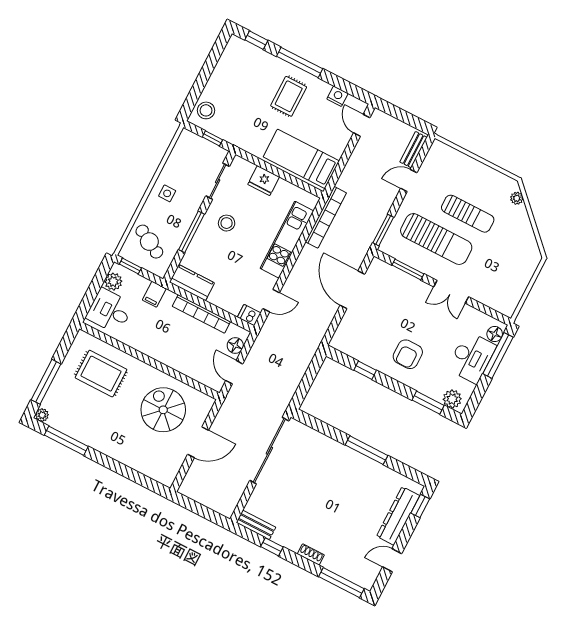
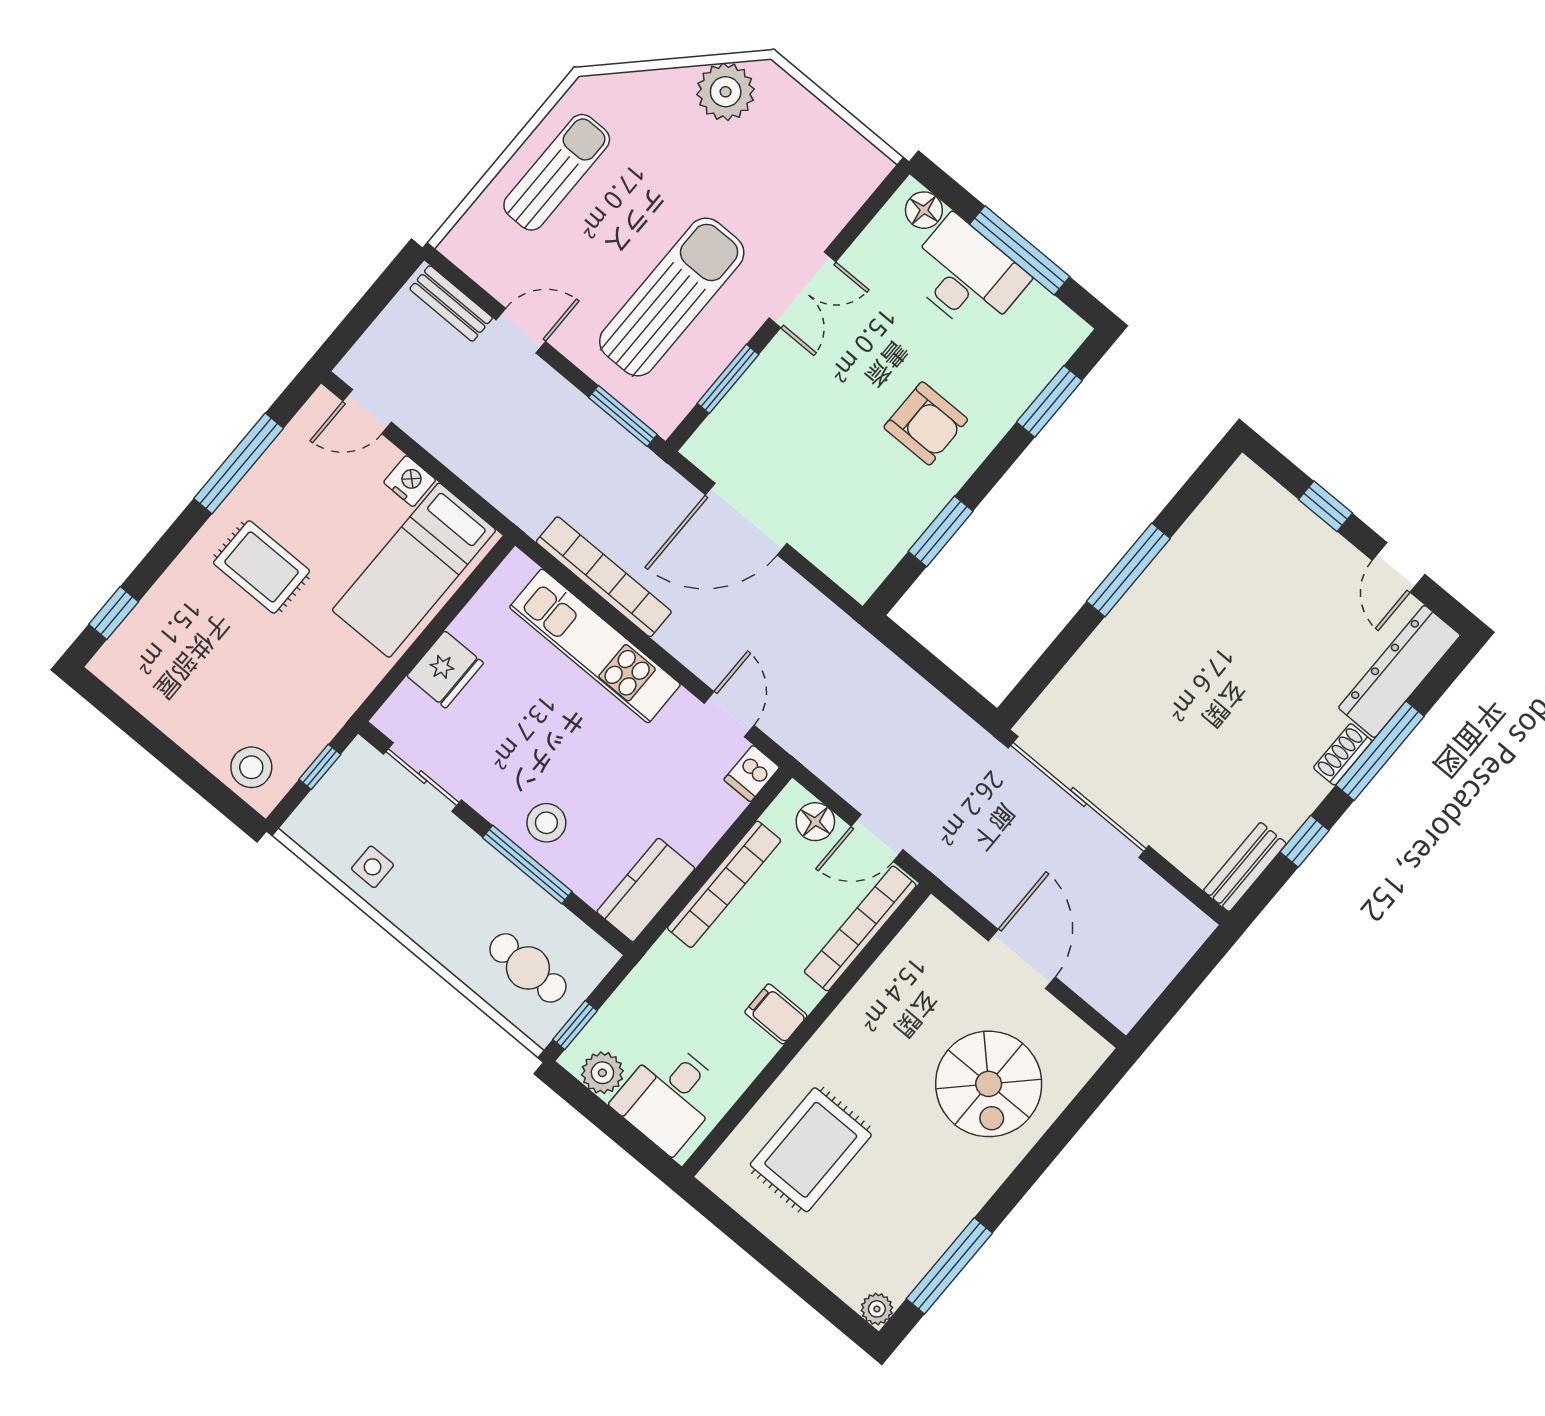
window: (300, 62) -> (239, 463), moved
nightstand: (337, 96) -> (410, 481), moved, turned 90
door: (409, 181) -> (521, 331), swing flipped
side table: (167, 193) -> (373, 867), moved
plant: (517, 198) -> (726, 92), moved, width x1.88, depth x1.88
sun lounger: (468, 214) -> (557, 172), moved
bookcase: (326, 217) -> (604, 577), moved
stool: (227, 223) -> (546, 823), moved
cafe table: (149, 242) -> (528, 968), turned 61
filing cabinet: (154, 294) -> (776, 1014), moved, turned 180
window: (498, 355) -> (1020, 250), moved
window: (365, 370) -> (941, 531), width x1.50
bookcase: (196, 374) -> (860, 928), added
window: (46, 382) -> (801, 1282), removed
plant: (452, 399) -> (1053, 343), removed
spiral stairs: (163, 410) -> (989, 1084), moved, turned -90
window: (420, 506) -> (1326, 506), moved
dresser: (398, 516) -> (1399, 671), moved, turned 90
window: (341, 583) -> (1380, 751), moved

